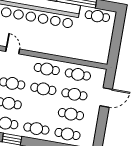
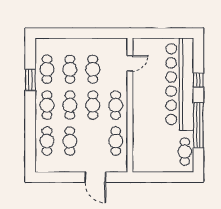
cafe table: (74, 94) -> (70, 105), moved

